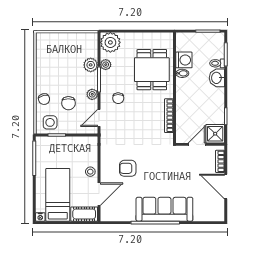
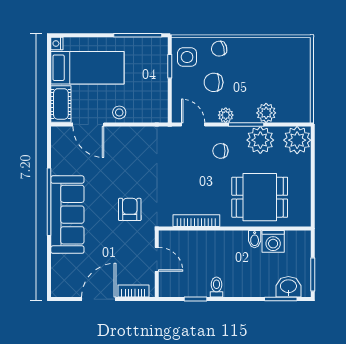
toilet: (217, 63) -> (217, 287), moved
plant: (106, 65) -> (260, 140), width x1.87, depth x1.87
washbasin: (217, 78) -> (288, 287), moved
shower: (215, 134) -> (171, 284), removed
armchair: (128, 168) -> (130, 209), moved

